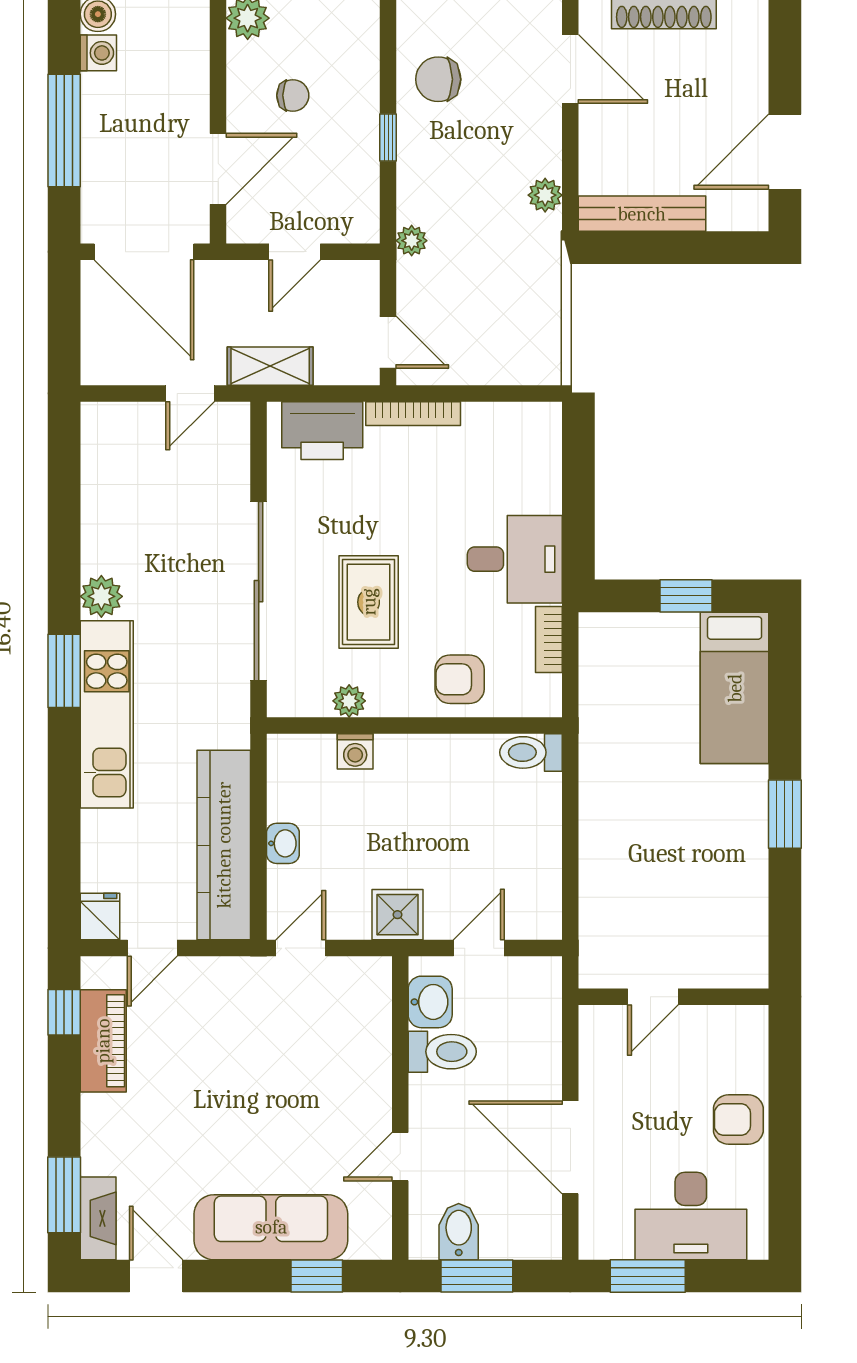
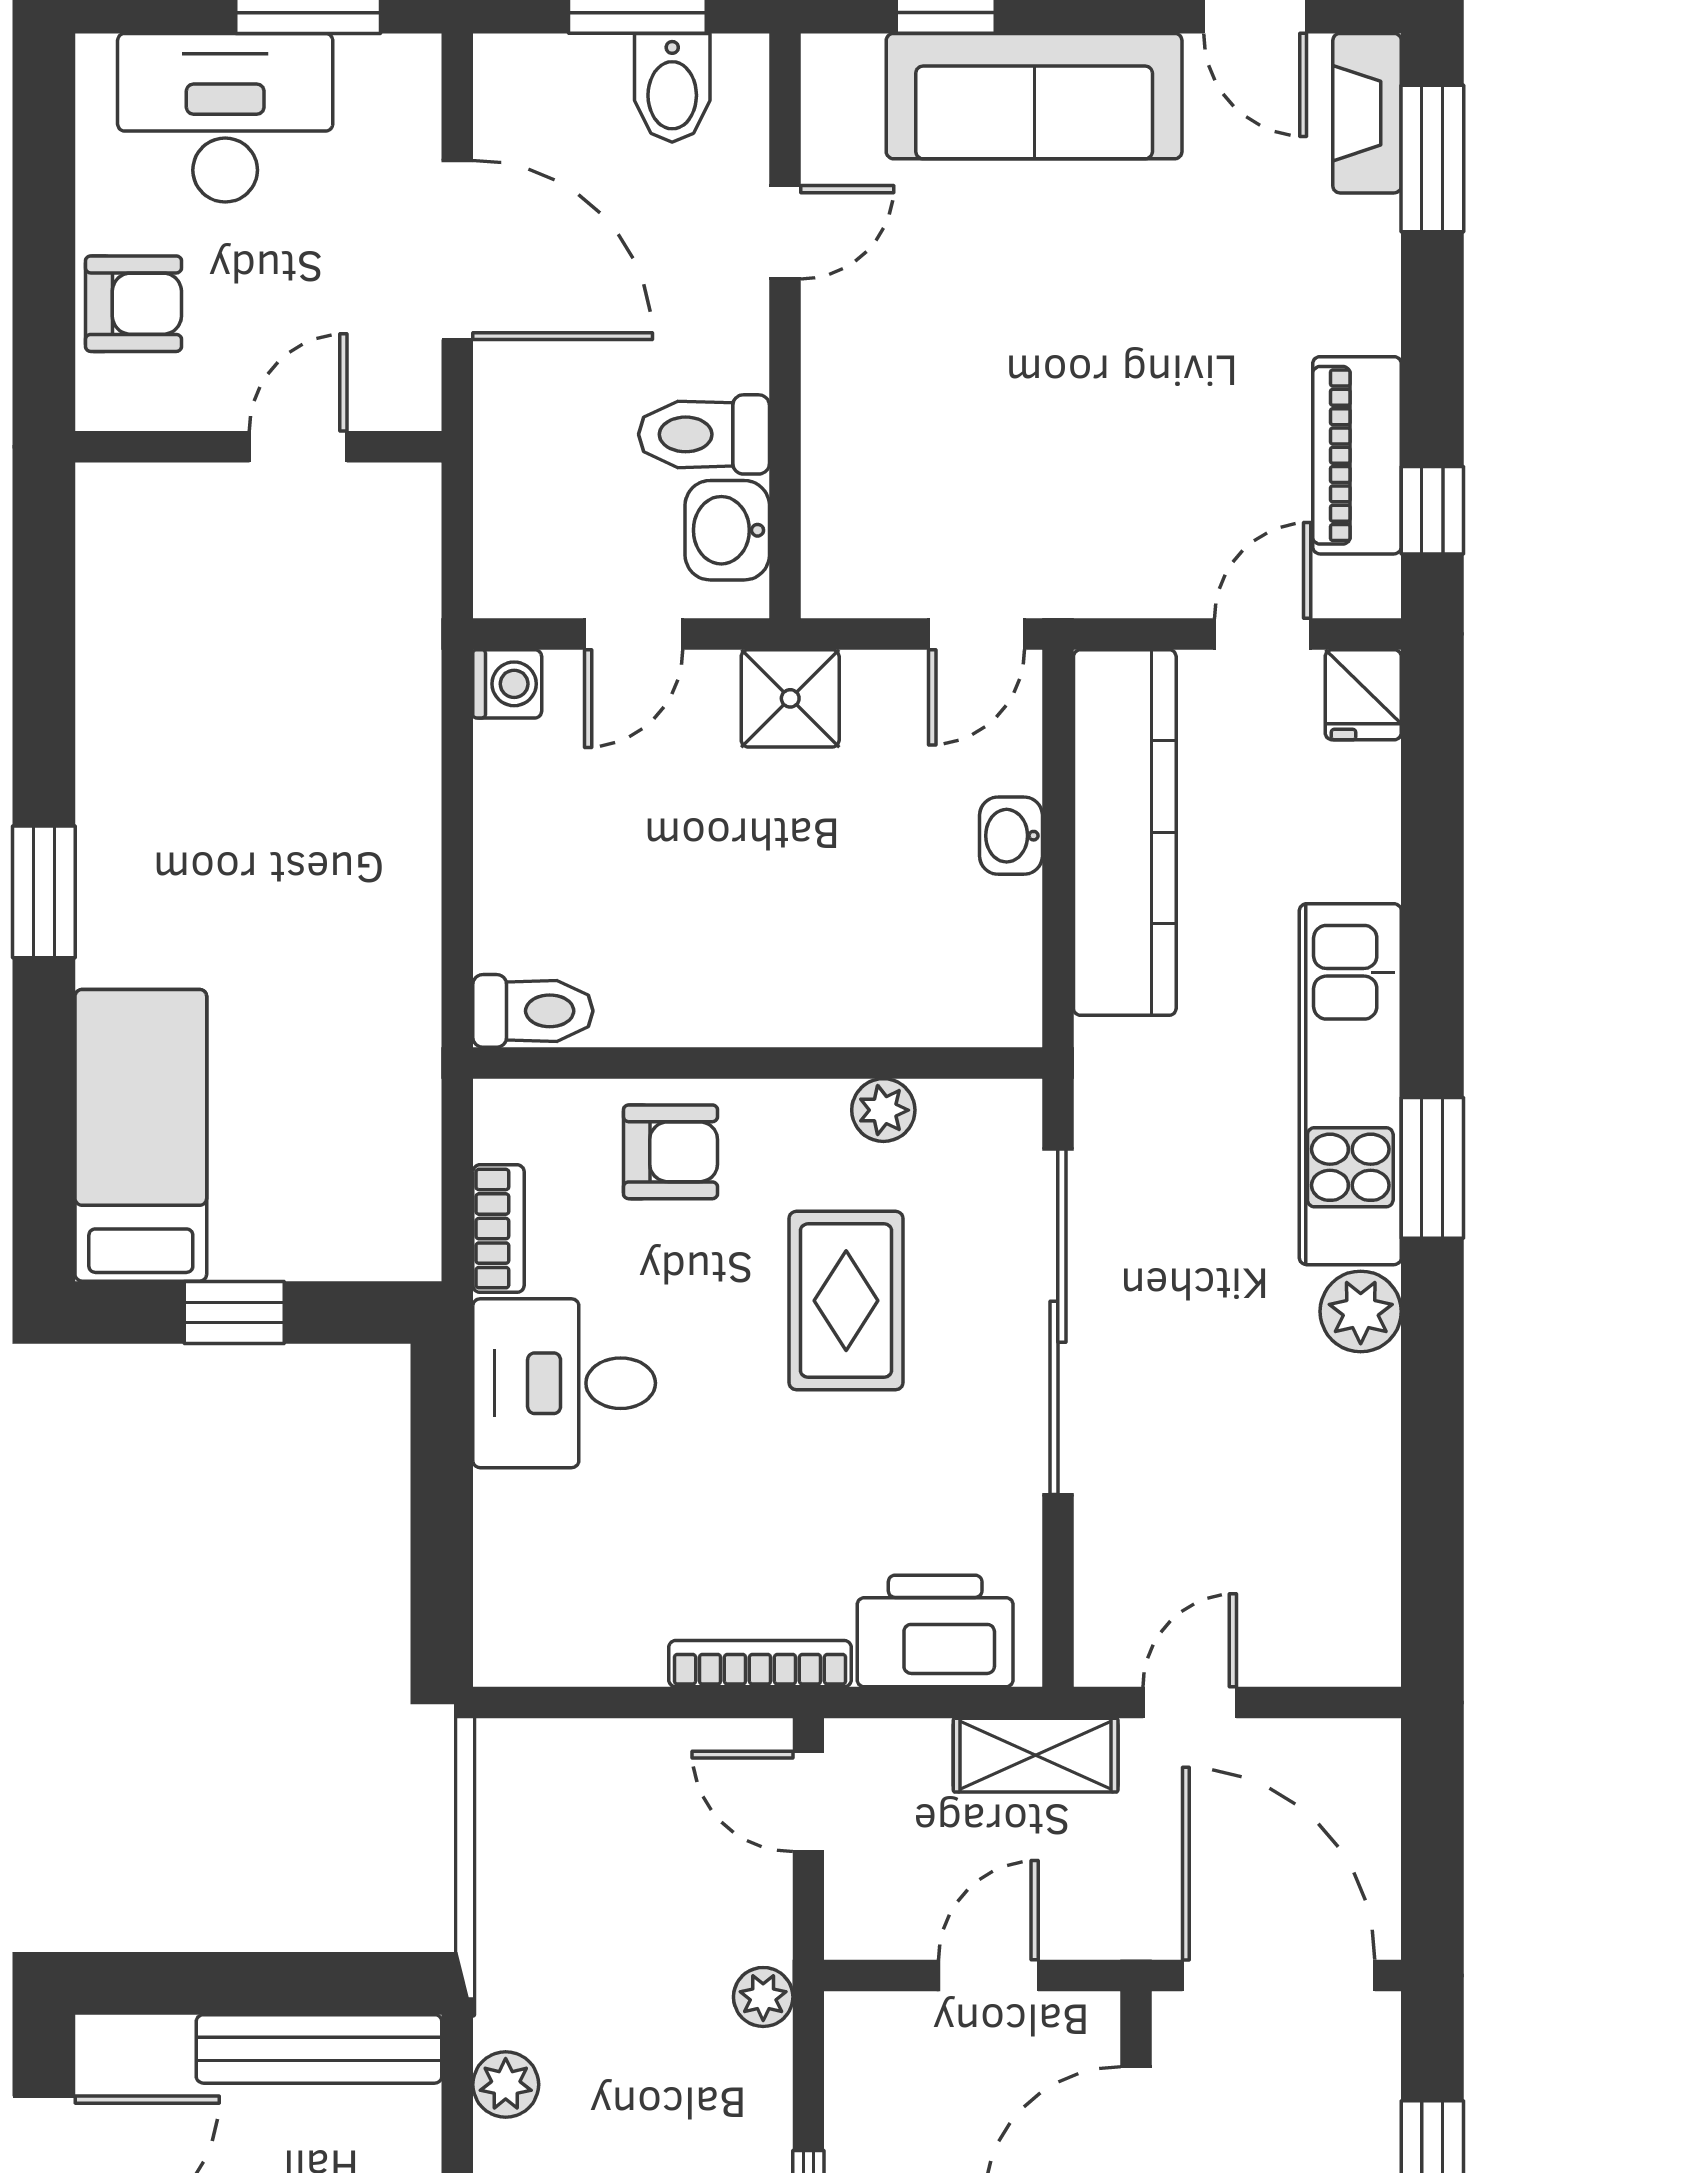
washing machine: (355, 751) -> (507, 684), moved, turned 90
door: (653, 997) -> (298, 447), moved
wall: (674, 997) -> (258, 447), moved

